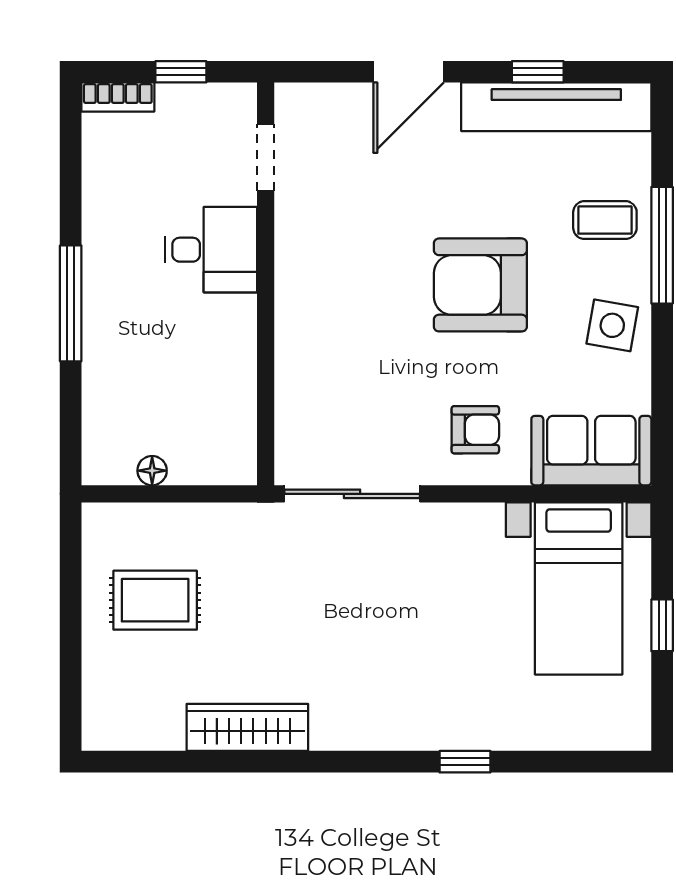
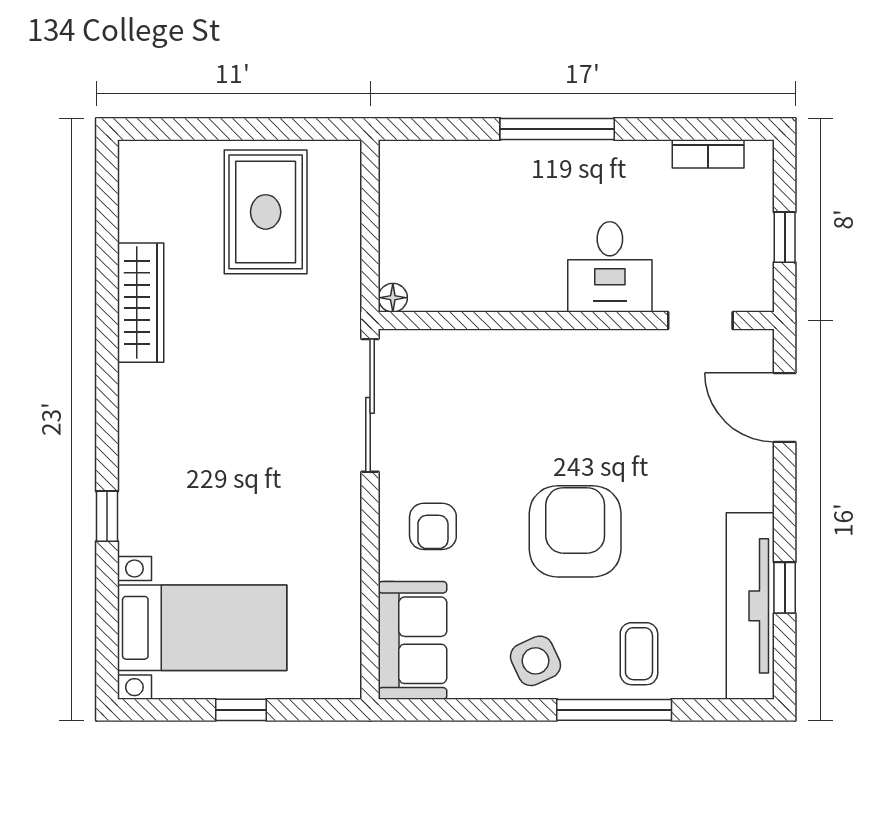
door: (409, 72) -> (785, 407), moved
bookcase: (118, 97) -> (708, 154), moved, turned -90
side table: (612, 325) -> (535, 661), turned -35
floor lamp: (152, 471) -> (393, 298), moved
bed with nightstands: (579, 589) -> (202, 628), moved, turned 180
rug: (155, 600) -> (266, 212), width x1.36, depth x1.43

